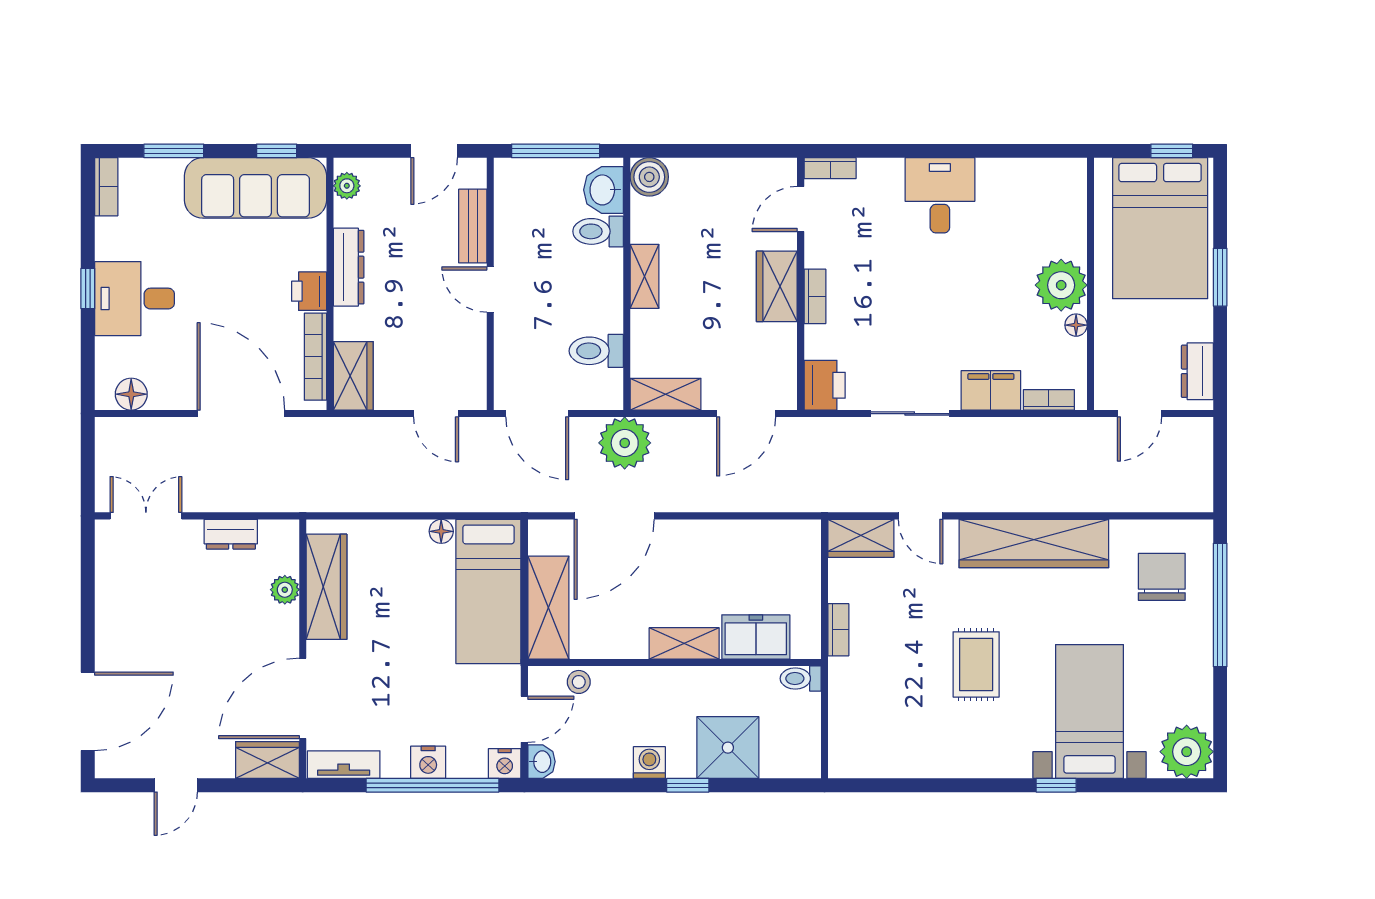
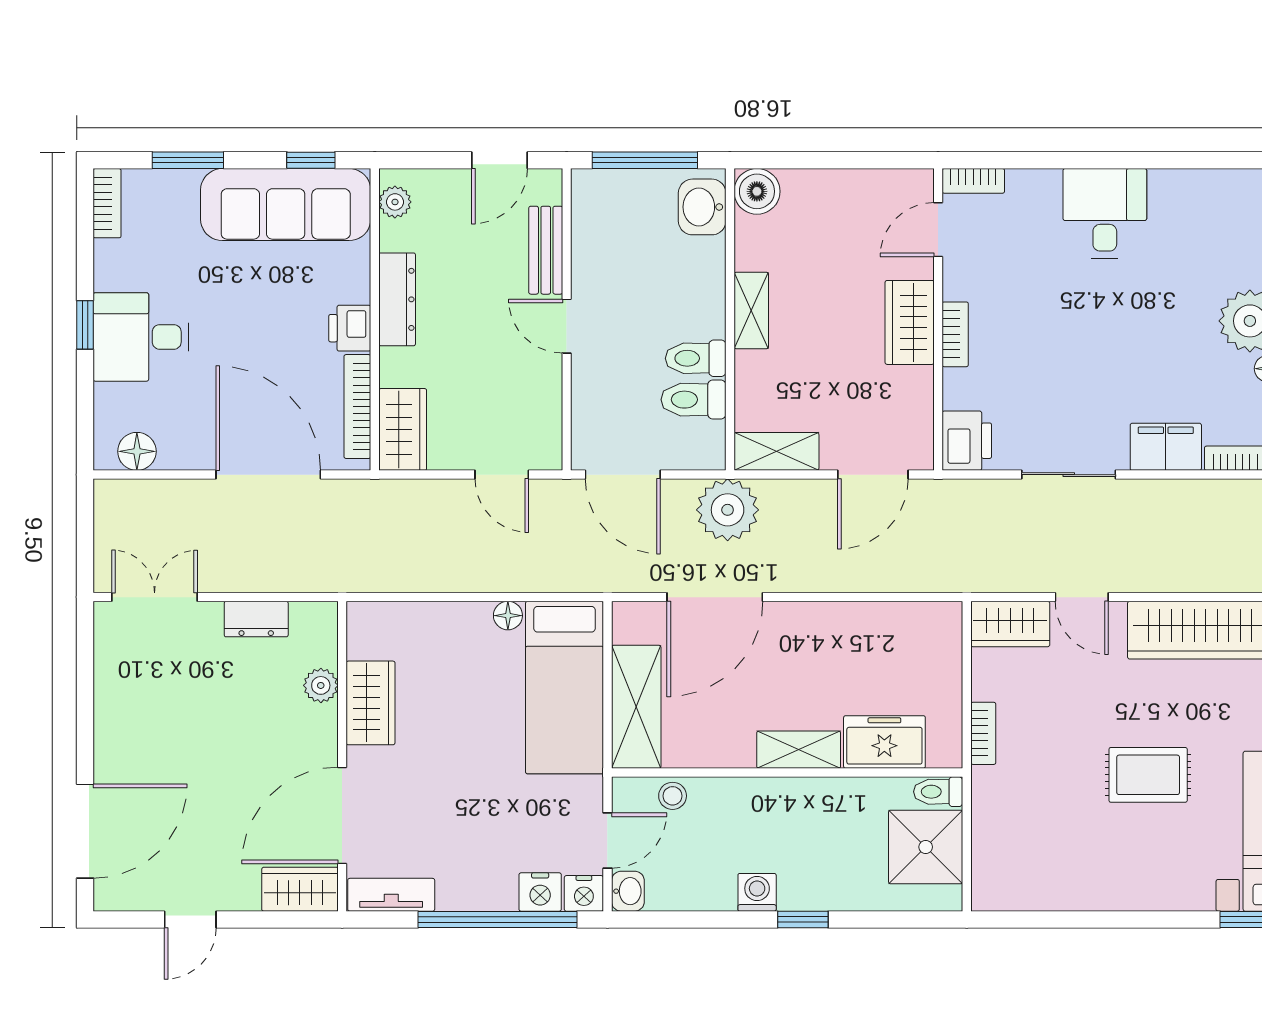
toilet: (598, 231) -> (696, 358), moved
wardrobe: (326, 587) -> (371, 703), width x0.67
rug: (976, 664) -> (1148, 775), turned 90
shower: (728, 748) -> (926, 847), moved
nightstand: (428, 762) -> (540, 892), moved

